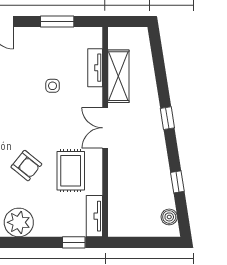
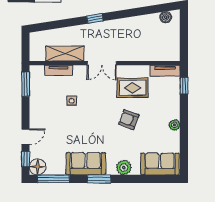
window: (57, 21) -> (26, 84), moved
armchair: (26, 166) -> (129, 120), turned -109
window: (177, 182) -> (141, 11), removed
plant: (19, 222) -> (174, 125), width x0.53, depth x0.53

